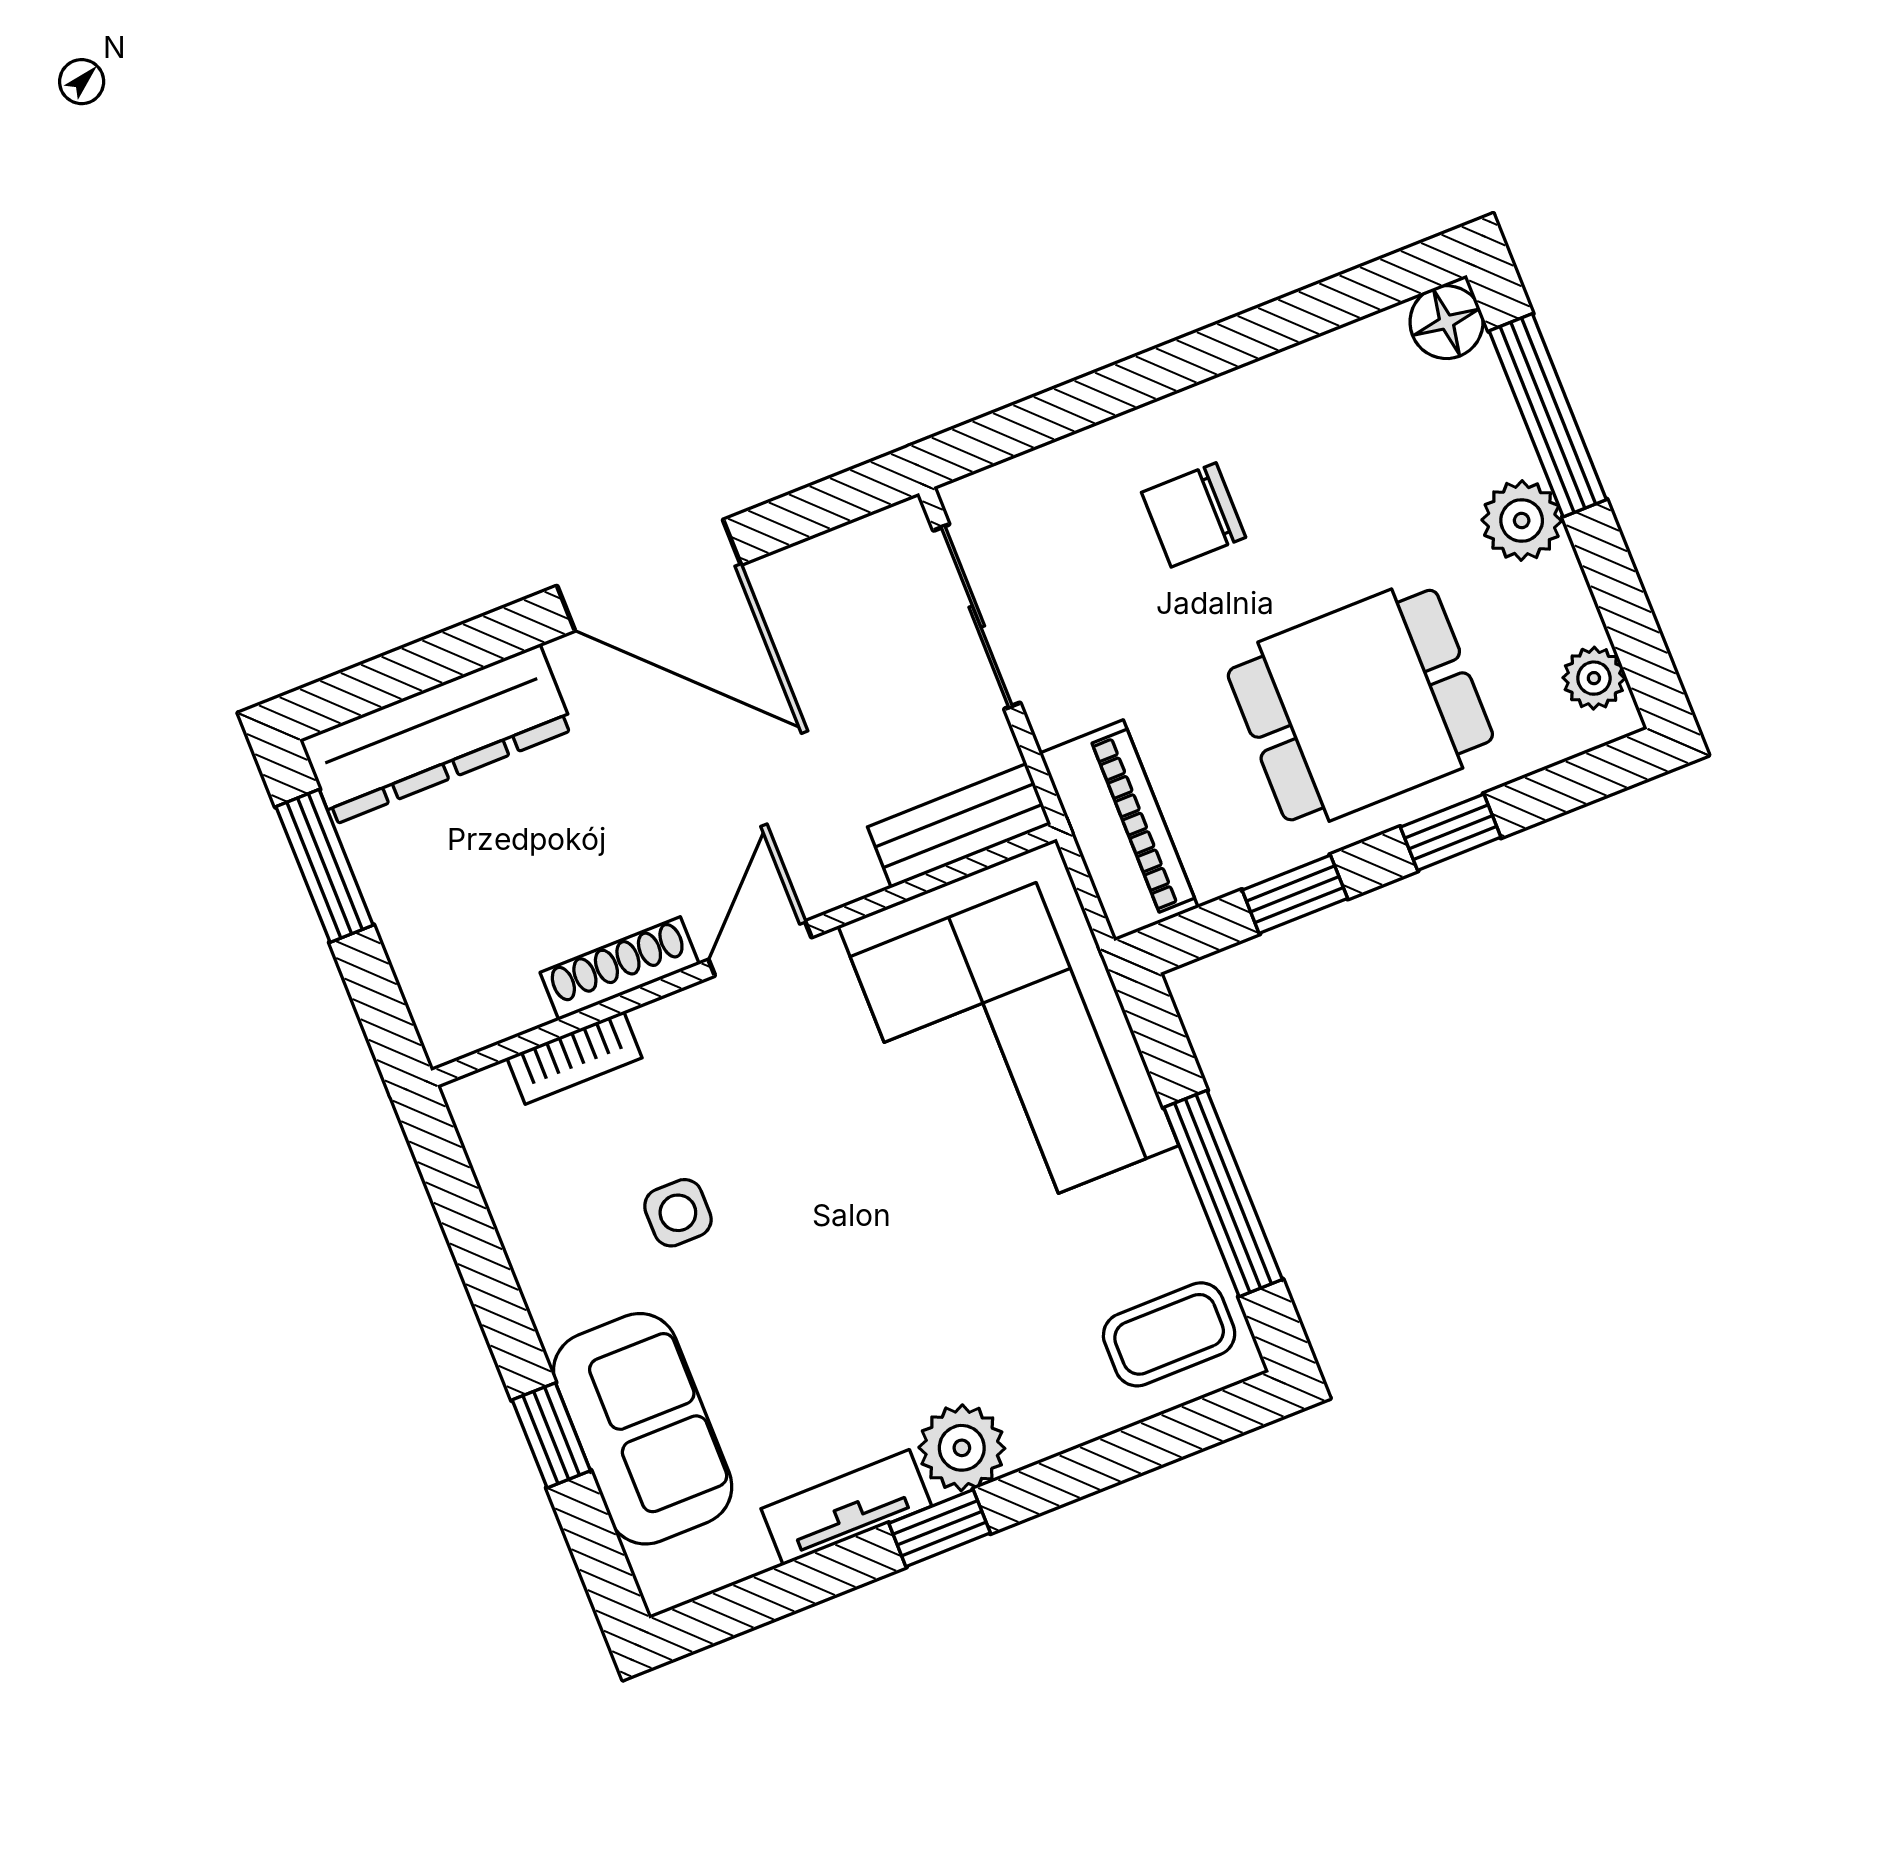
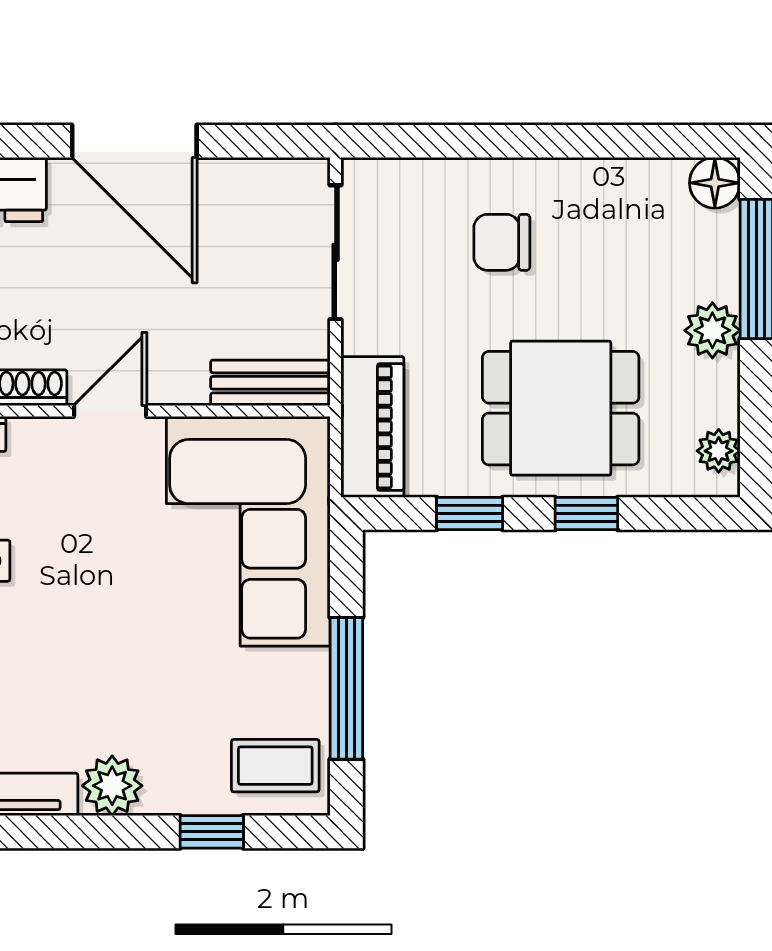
window: (940, 1528) -> (212, 832), moved

